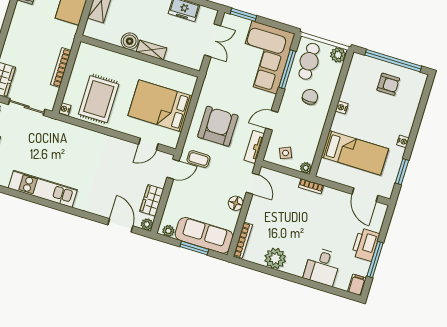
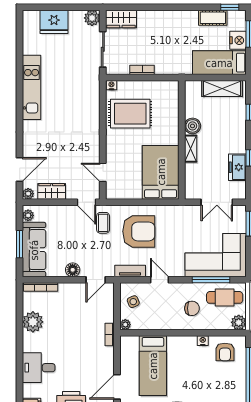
bookcase: (61, 67) -> (142, 70), width x0.64
armchair: (388, 84) -> (225, 352), moved
bed: (160, 106) -> (161, 172), moved
nightstand: (342, 107) -> (203, 341), moved

